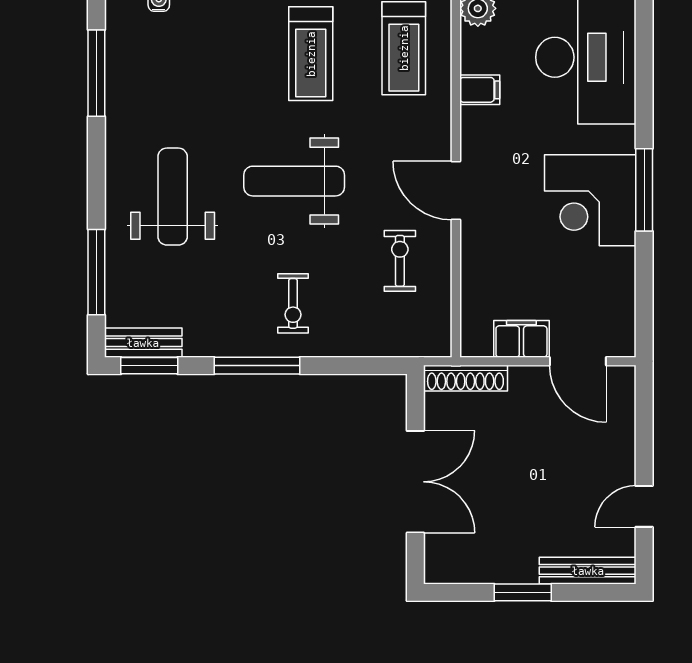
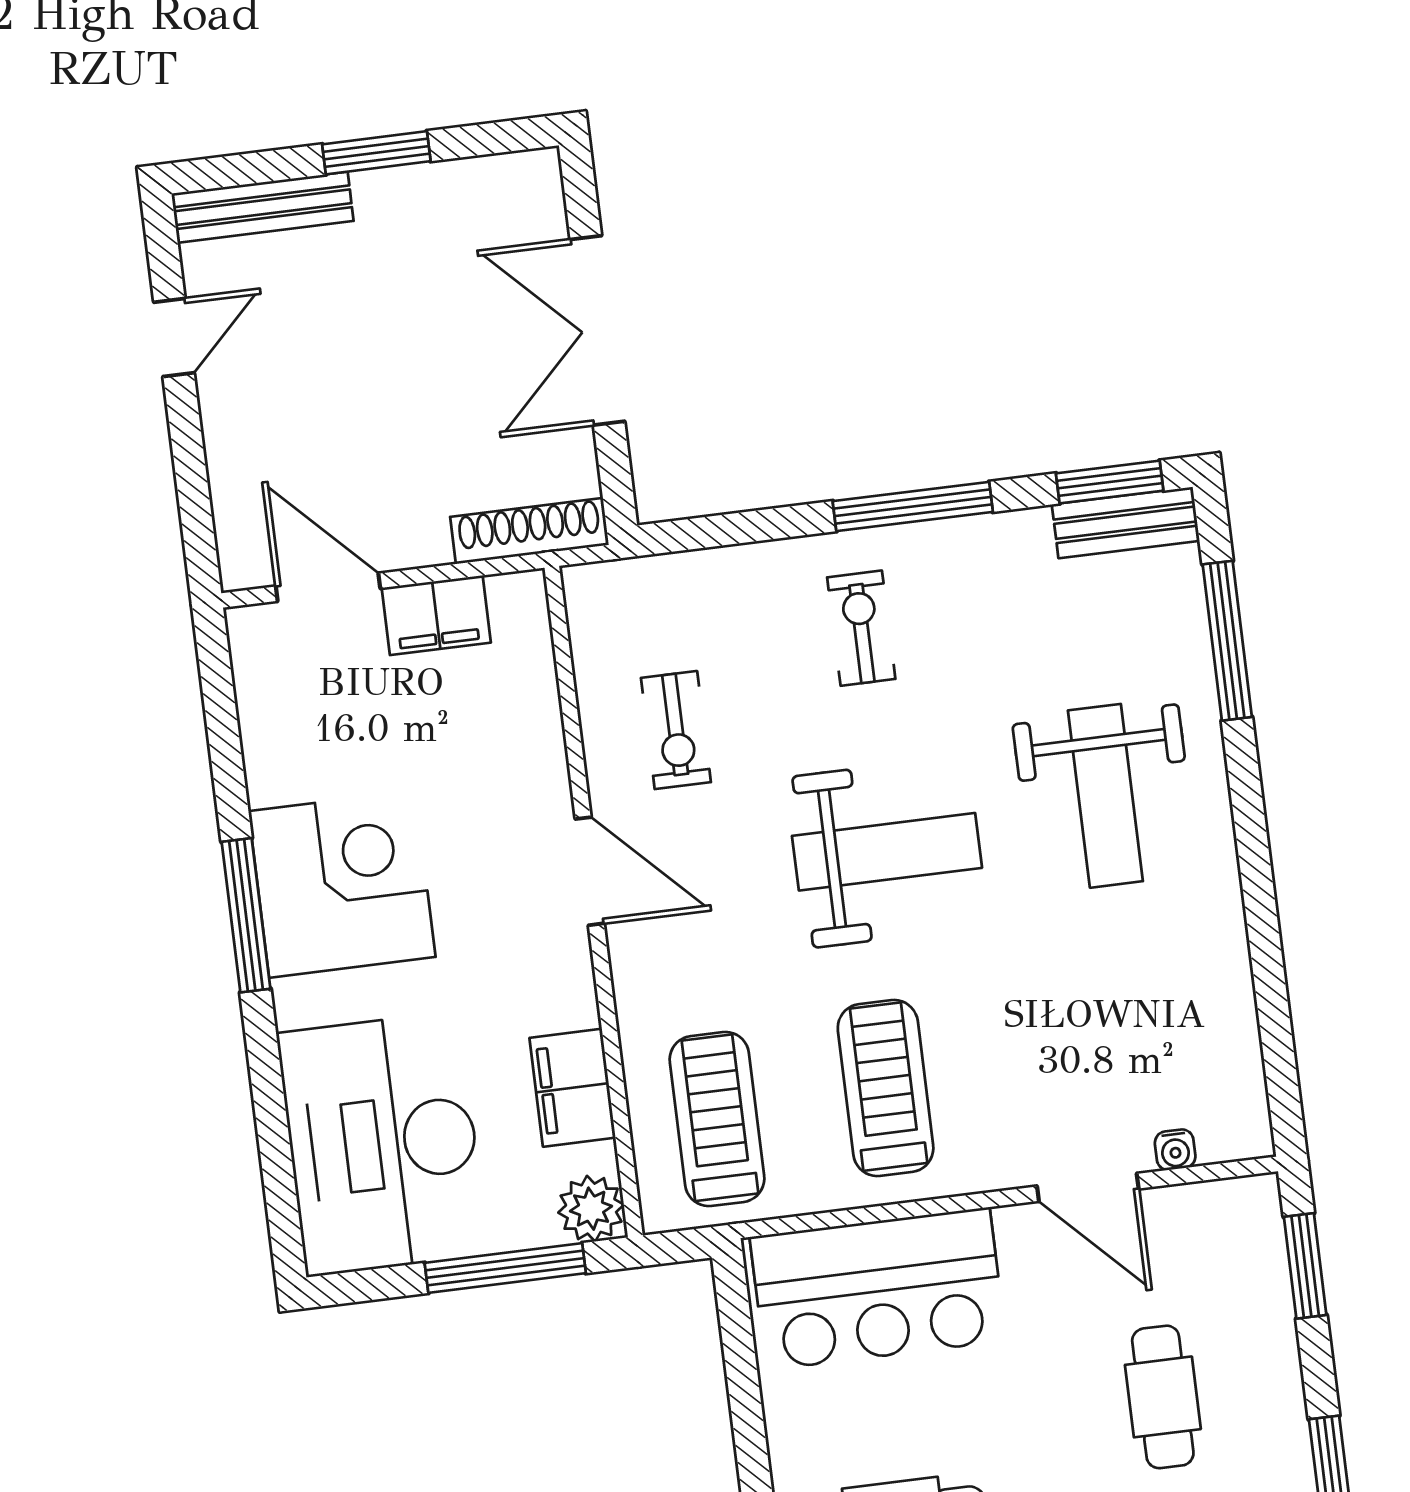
window: (96, 73) -> (1272, 1004), removed
filing cabinet: (480, 90) -> (573, 1088), width x2.00

